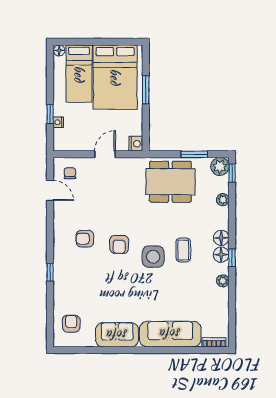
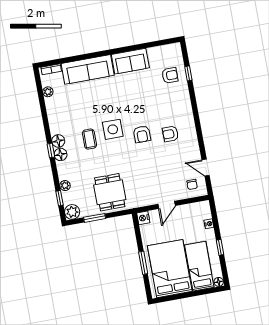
window: (50, 114) -> (220, 247), moved
window: (232, 173) -> (60, 198), moved
dining table: (170, 182) -> (110, 192), width x0.73
armchair: (85, 239) -> (170, 134), turned 180
armchair: (119, 244) -> (142, 134), turned 180
window: (232, 258) -> (51, 150), moved
window: (50, 272) -> (188, 73), moved
plant: (223, 281) -> (48, 92), moved
armchair: (71, 324) -> (170, 75), moved, turned -90

